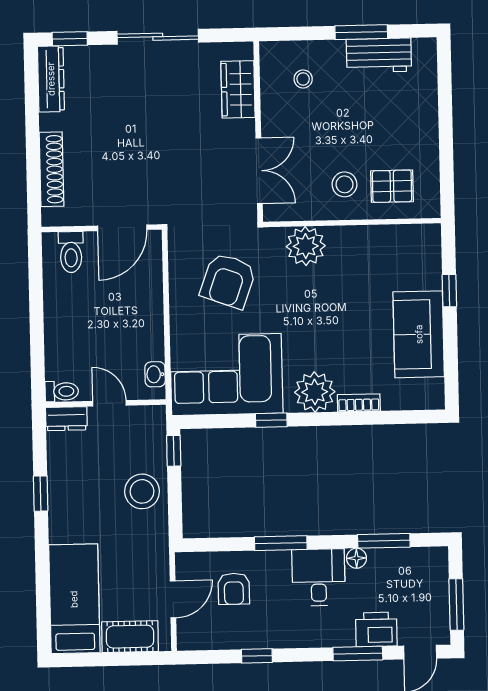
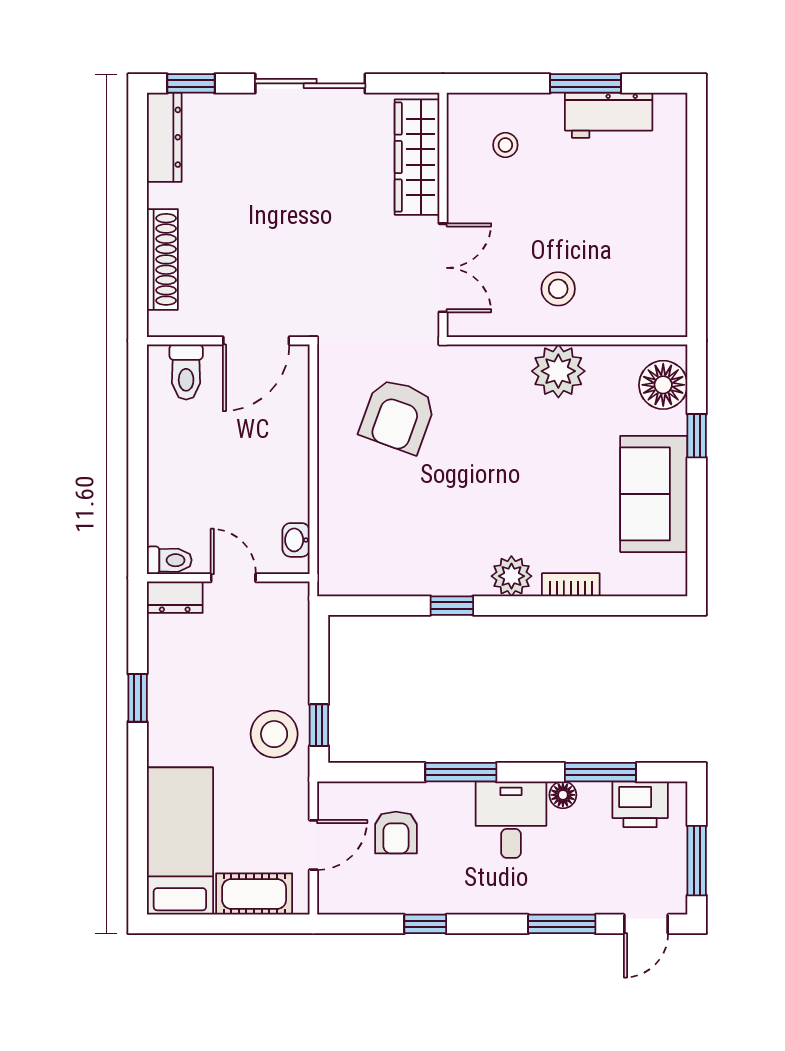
wardrobe: (238, 89) -> (417, 157), width x1.50
pallet: (392, 186) -> (622, 293), removed
plant: (306, 246) -> (558, 371), moved
floor lamp: (424, 254) -> (663, 385), added
corner sofa: (226, 375) -> (393, 542), removed
plant: (315, 392) -> (511, 576), width x0.73, depth x0.73
window: (174, 451) -> (319, 725), moved
stool: (142, 491) -> (274, 734), moved
printer: (376, 629) -> (640, 804), moved, turned 180

